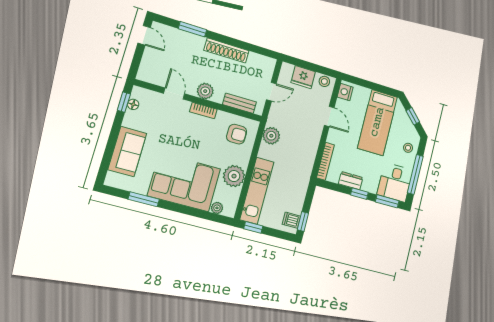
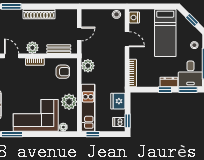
fridge: (303, 77) -> (118, 101), moved, turned 90
dresser: (351, 181) -> (169, 82), moved

